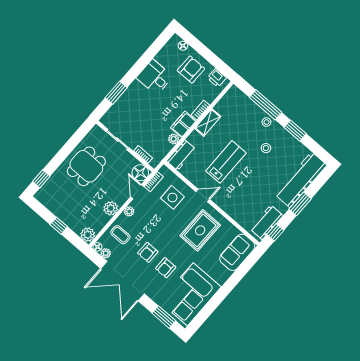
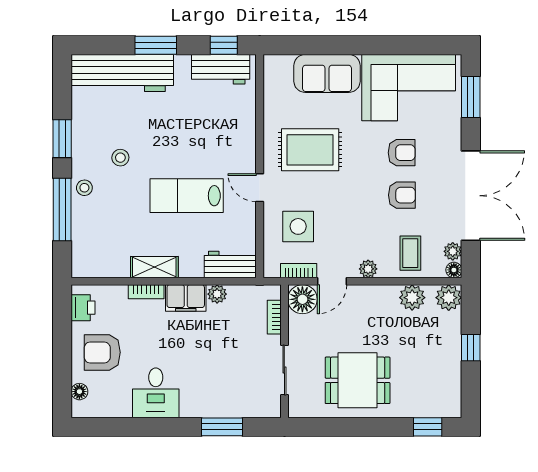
plant: (111, 208) -> (412, 298), moved
sofa: (237, 252) -> (327, 73), moved

